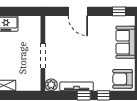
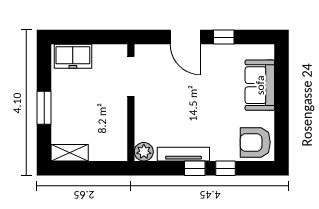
window: (119, 11) -> (224, 37), moved
doorway: (43, 56) -> (131, 76), moved

